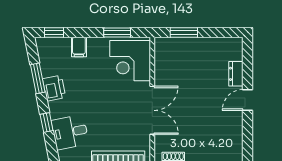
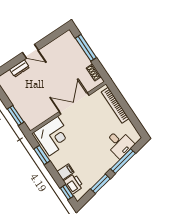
printer: (54, 88) -> (73, 184), moved, turned 101
window: (47, 123) -> (123, 161), width x2.17

